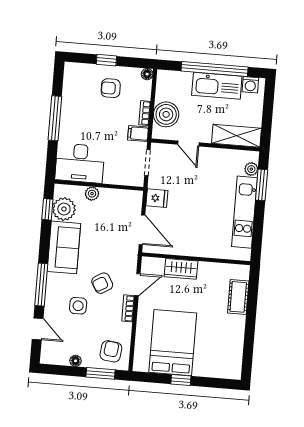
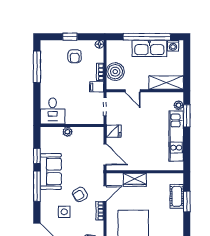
armchair: (111, 88) -> (75, 56), turned -89
window: (55, 118) -> (37, 67), moved
desk: (80, 163) -> (53, 111), width x0.73
window: (47, 209) -> (37, 156), moved
plant: (64, 209) -> (49, 144), removed
window: (41, 285) -> (37, 186), moved
window: (252, 305) -> (187, 201), added

